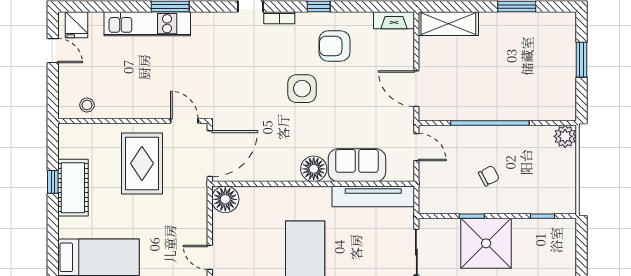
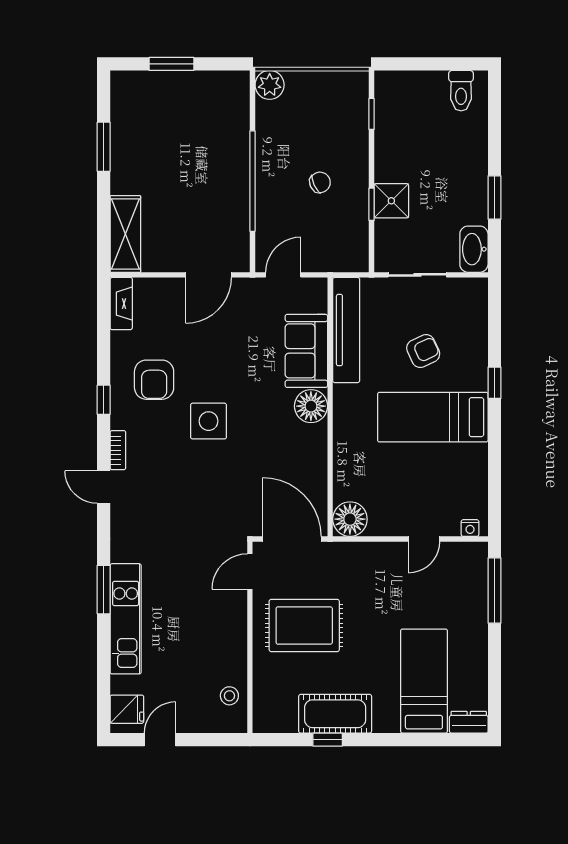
chair: (489, 176) -> (320, 182), turned 93
shower: (486, 243) -> (391, 201), width x0.54, depth x0.54
armchair: (357, 257) -> (423, 351), added

